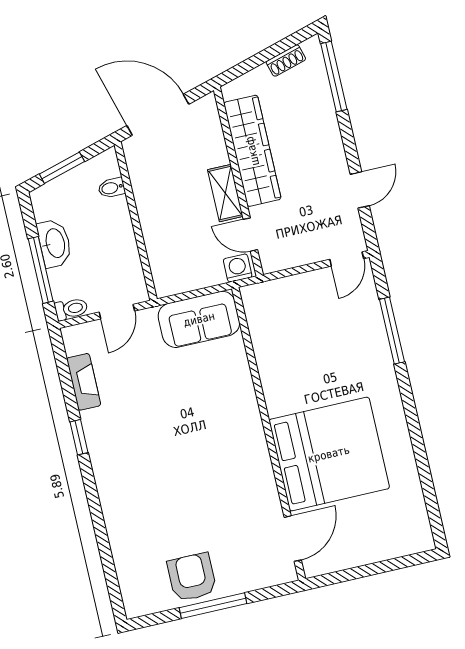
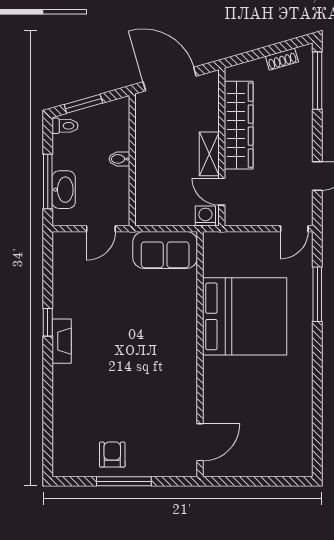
bidet: (112, 188) -> (119, 159), moved
washbasin: (55, 243) -> (64, 190), moved
toilet: (71, 309) -> (65, 126), moved
fireplace: (84, 382) -> (62, 341), moved
bed: (329, 454) -> (245, 316), moved
armchair: (192, 577) -> (112, 455), width x0.72, depth x0.72

